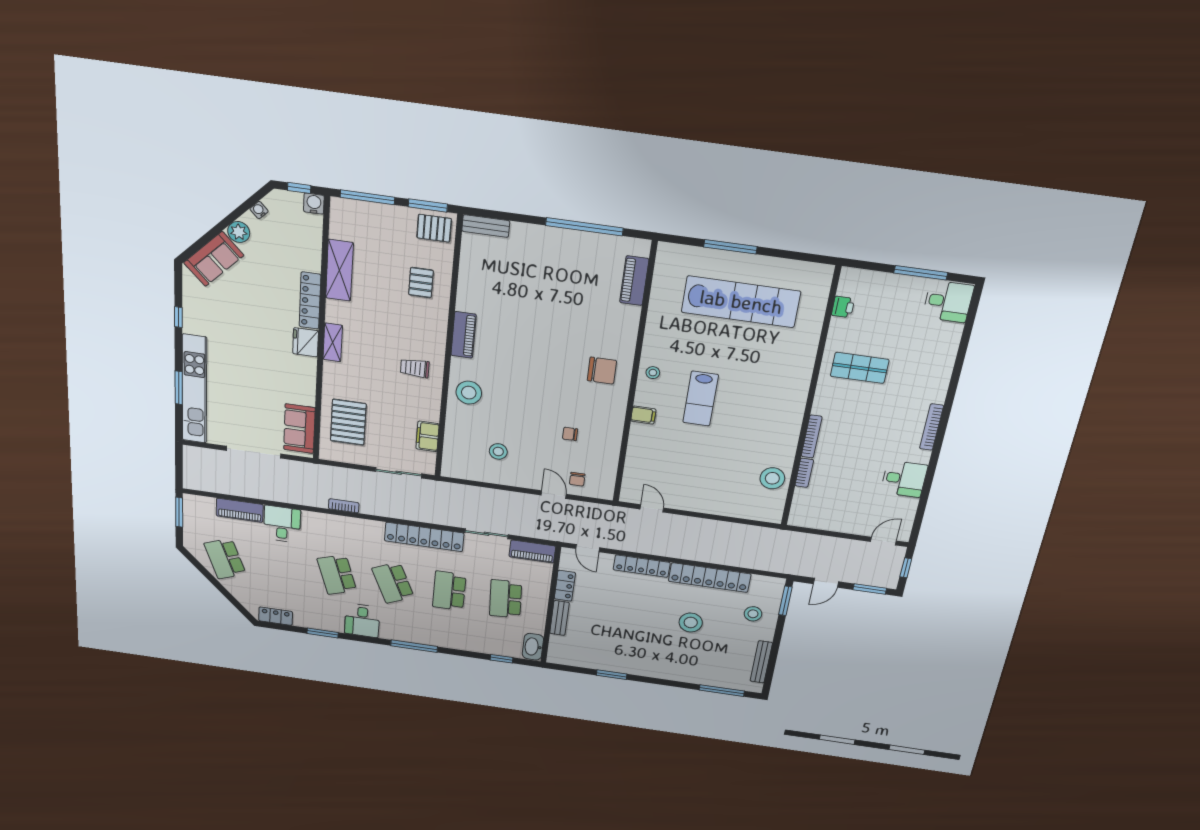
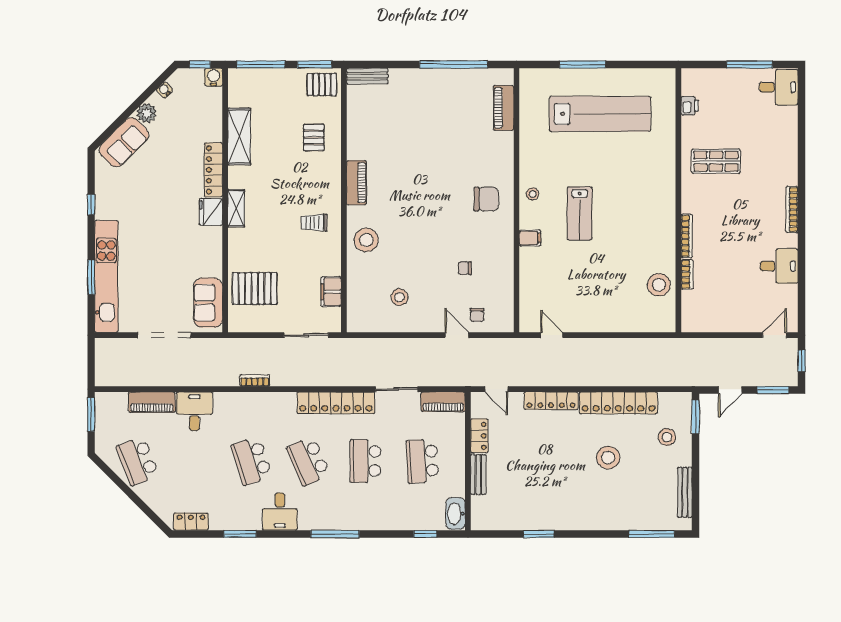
pallet: (348, 422) -> (255, 289), turned 90

